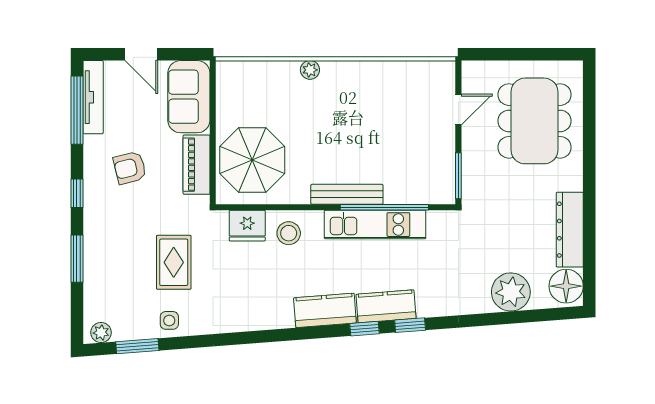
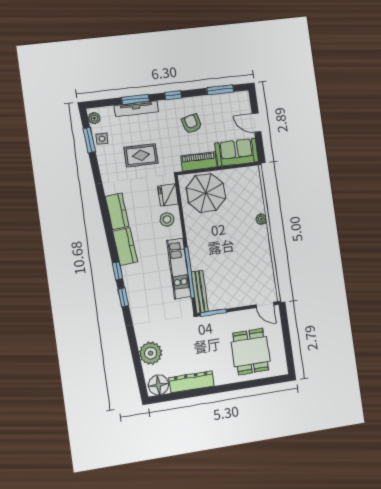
door: (141, 54) -> (257, 123), hinge flipped
tv unit: (93, 97) -> (136, 109), moved
window: (77, 110) -> (220, 90), width x0.69
door: (458, 110) -> (265, 305), moved
dining table: (535, 121) -> (251, 352), width x0.73
bench: (347, 194) -> (200, 292), moved
kitchen counter: (386, 306) -> (117, 211), moved
side table: (169, 320) -> (102, 139), moved

